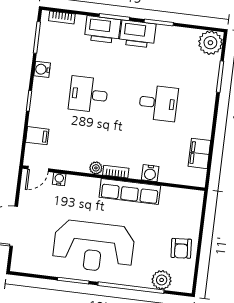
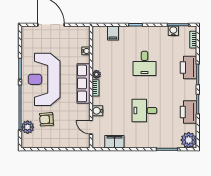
printer: (138, 34) -> (189, 112), moved
water cooler: (42, 69) -> (173, 31), moved
desk: (88, 94) -> (144, 63), turned 180
desk: (158, 103) -> (144, 110), turned 90
door: (38, 169) -> (91, 127), moved
row of seats: (130, 192) -> (84, 83), moved
armchair: (181, 248) -> (46, 119), moved

